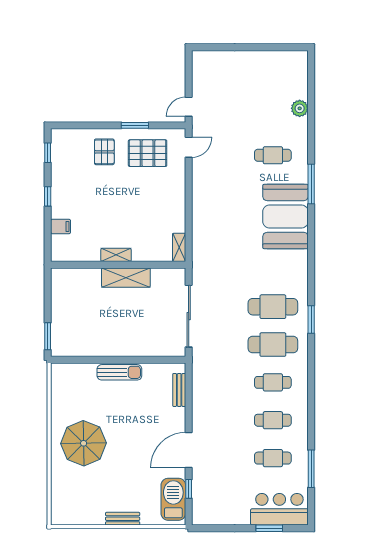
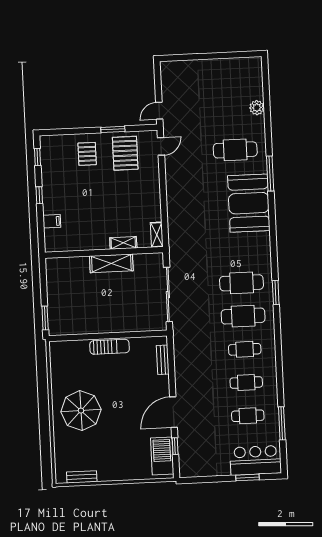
pallet: (148, 153) -> (125, 153), turned 90
cafe table: (273, 155) -> (235, 150), width x1.37, depth x1.35
shelving: (116, 255) -> (123, 243), moved
bench: (123, 519) -> (82, 477), moved

